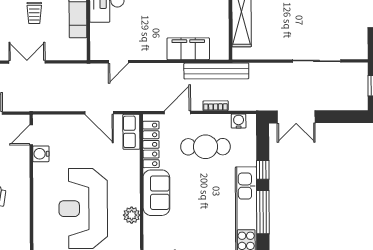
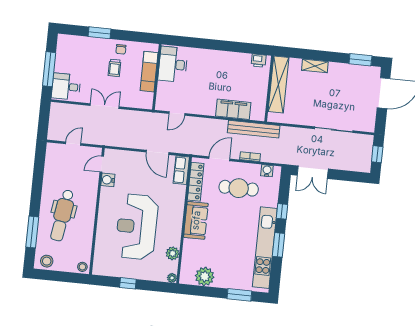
window: (263, 212) -> (279, 245), width x0.69
plant: (132, 215) -> (173, 253), moved

